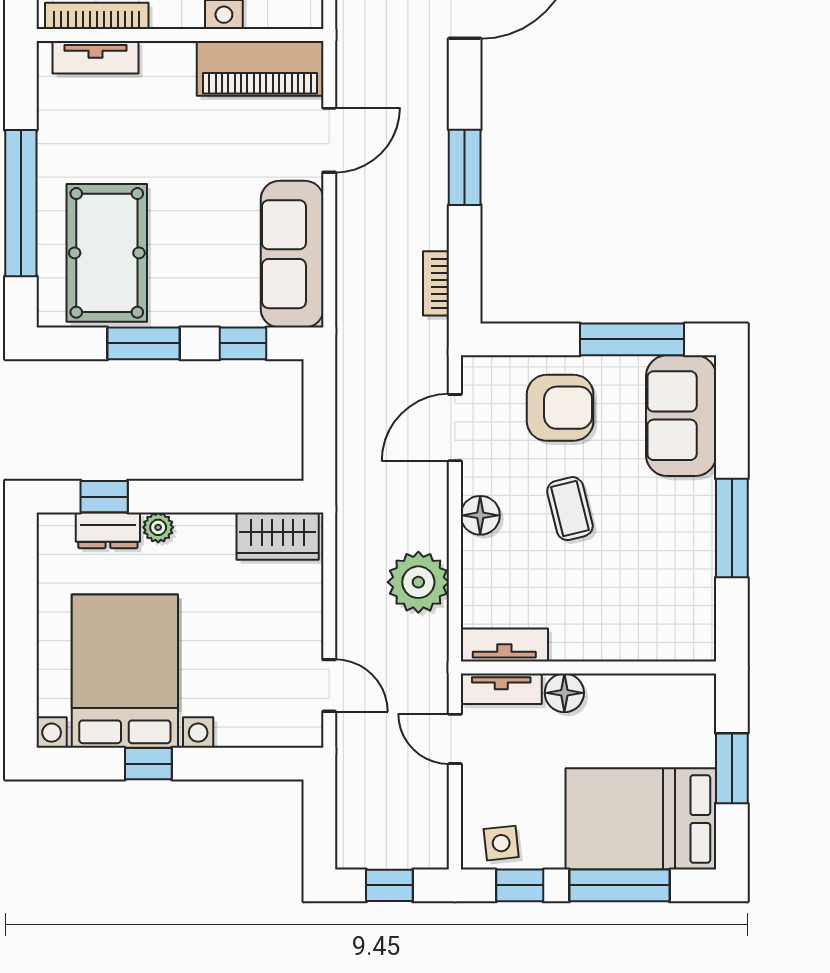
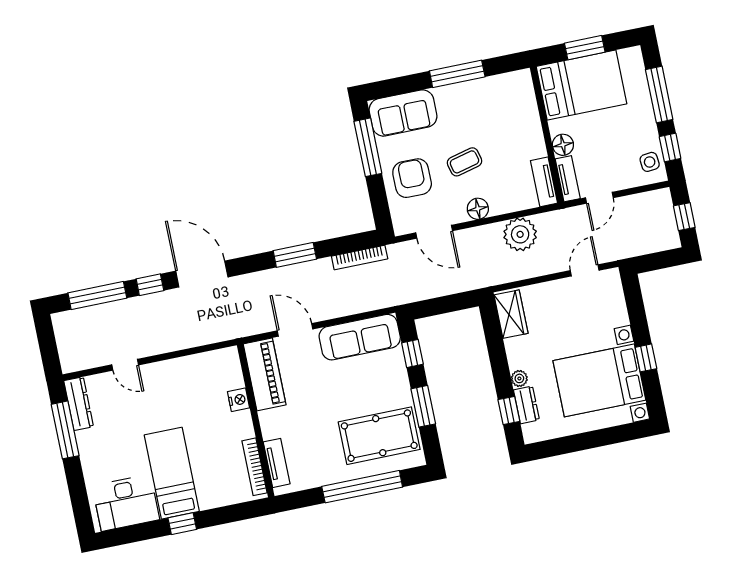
bookcase: (436, 283) -> (360, 257), width x1.56
bed: (641, 819) -> (581, 85), moved, turned -90

